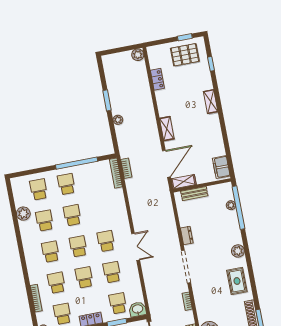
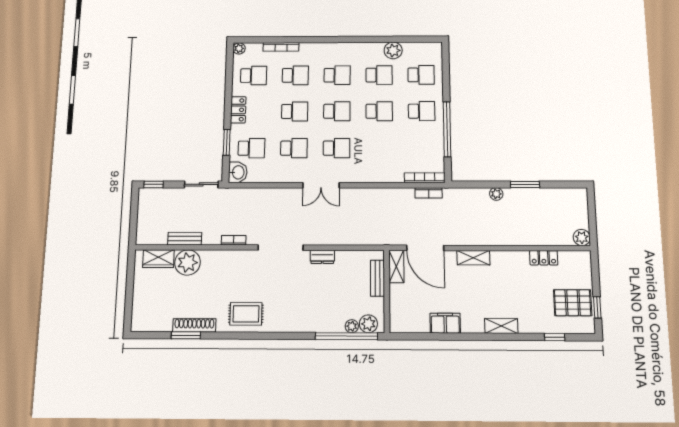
pallet: (185, 55) -> (573, 303), turned 90
filing cabinet: (221, 167) -> (445, 323), moved
plant: (238, 251) -> (368, 324), moved

